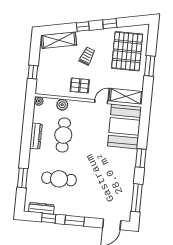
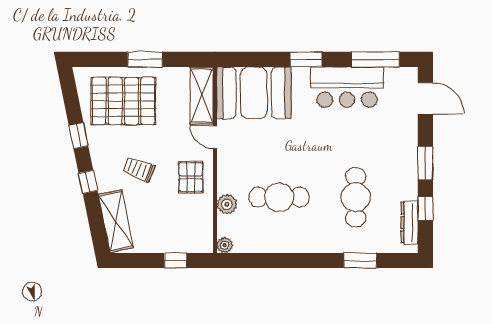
dresser: (36, 136) -> (286, 244), removed
bar counter: (123, 180) -> (347, 87), added

